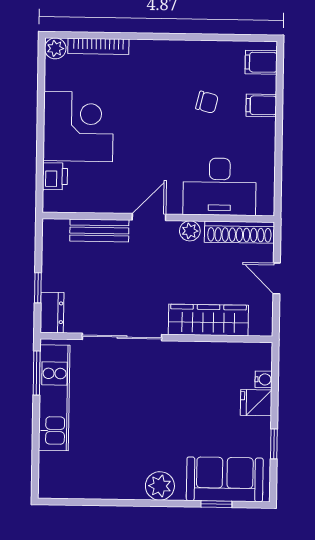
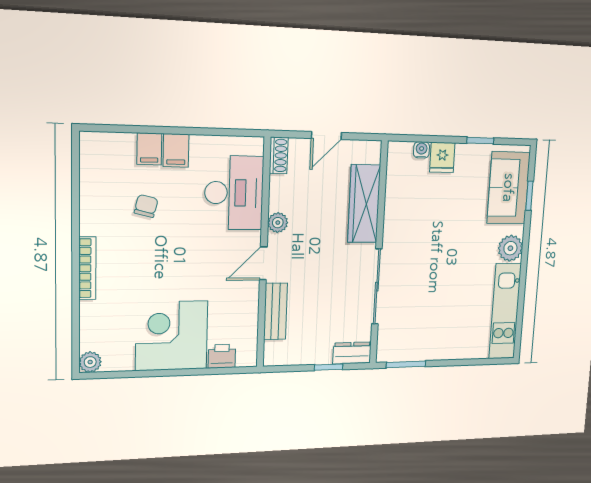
bookcase: (98, 46) -> (87, 268), moved
filing cabinet: (261, 62) -> (176, 150), moved
door: (149, 217) -> (263, 263), hinge flipped
shoe rack: (239, 232) -> (279, 155), width x0.51, depth x0.81
kitchen unit: (54, 398) -> (505, 311), moved, turned -90

